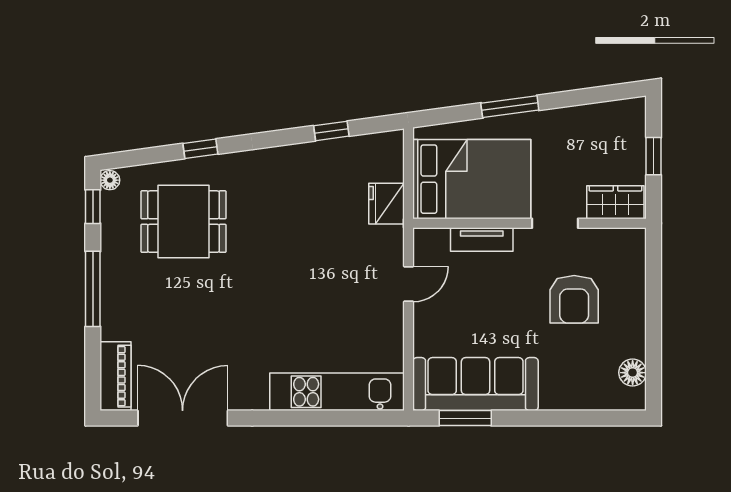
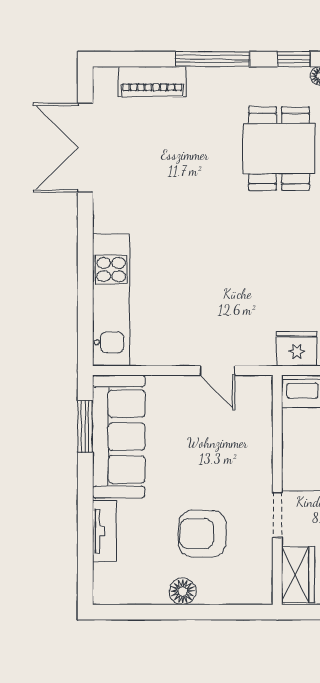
tv unit: (482, 240) -> (104, 531), moved, turned 180
floor lamp: (633, 373) -> (183, 591), moved
piano: (116, 376) -> (152, 82), moved
double door: (183, 418) -> (85, 148), swing flipped

